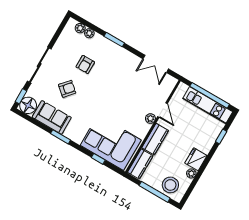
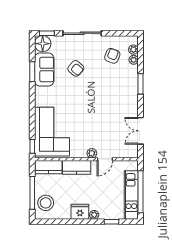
armchair: (85, 65) -> (112, 56), moved, turned 111
window: (61, 137) -> (32, 72), moved
window: (98, 159) -> (32, 146), moved
plant: (191, 173) -> (94, 215), moved

